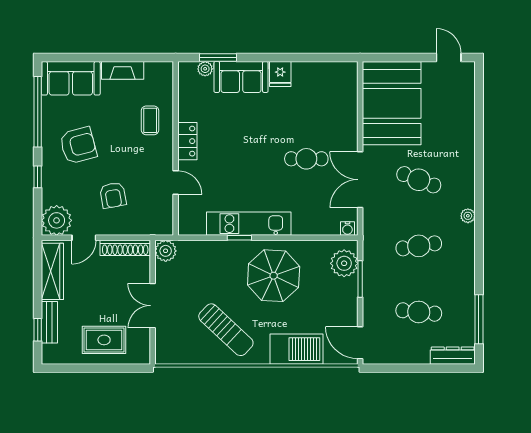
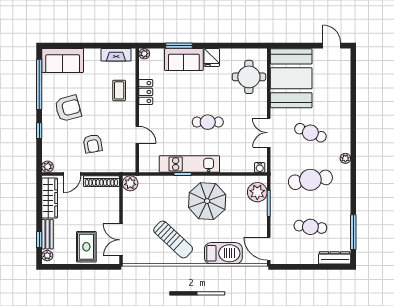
window: (218, 58) -> (179, 46), moved
plant: (205, 69) -> (144, 54), moved
fireplace: (123, 70) -> (116, 55), moved
round table: (332, 101) -> (249, 77), added
locker: (187, 141) -> (146, 92), moved
cafe table: (306, 159) -> (208, 122), moved
double door: (360, 180) -> (269, 133), width x0.73
plant: (57, 220) -> (48, 167), width x0.53, depth x0.53
cafe table: (419, 246) -> (310, 180), width x1.37, depth x1.35
double door: (153, 306) -> (121, 240), moved
rug: (104, 340) -> (86, 247), turned 90
plant: (49, 352) -> (47, 256), added

